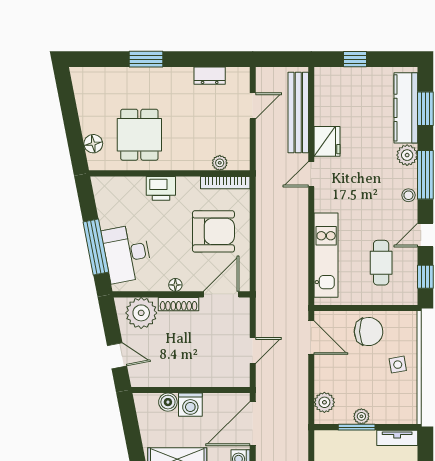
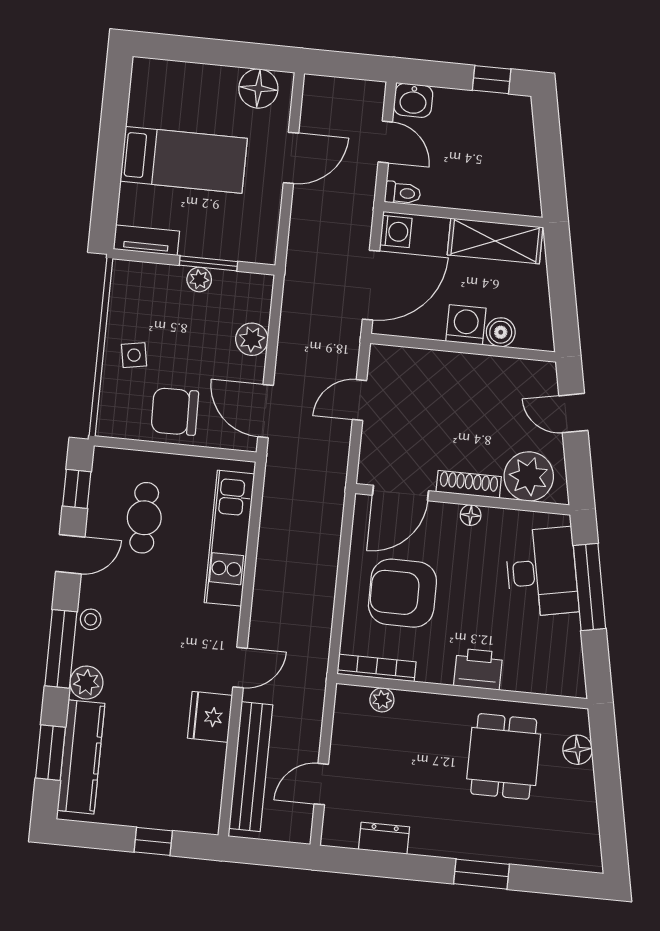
plant: (324, 402) -> (252, 339), moved

